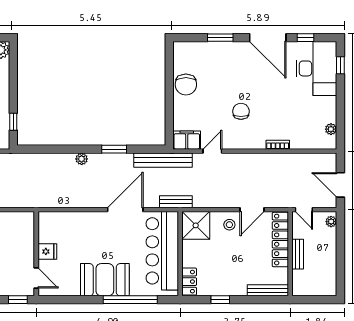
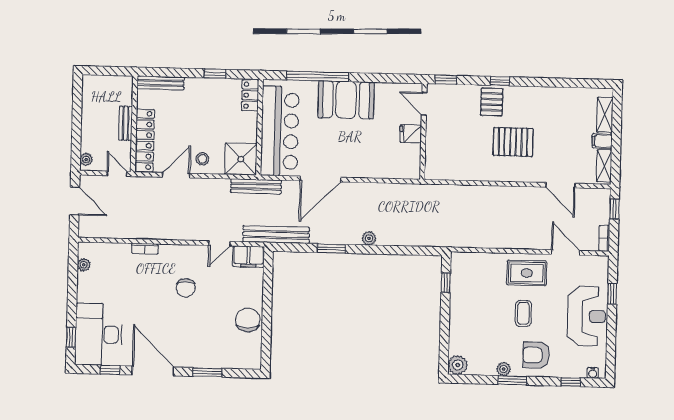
bench: (176, 202) -> (256, 186), width x1.36

